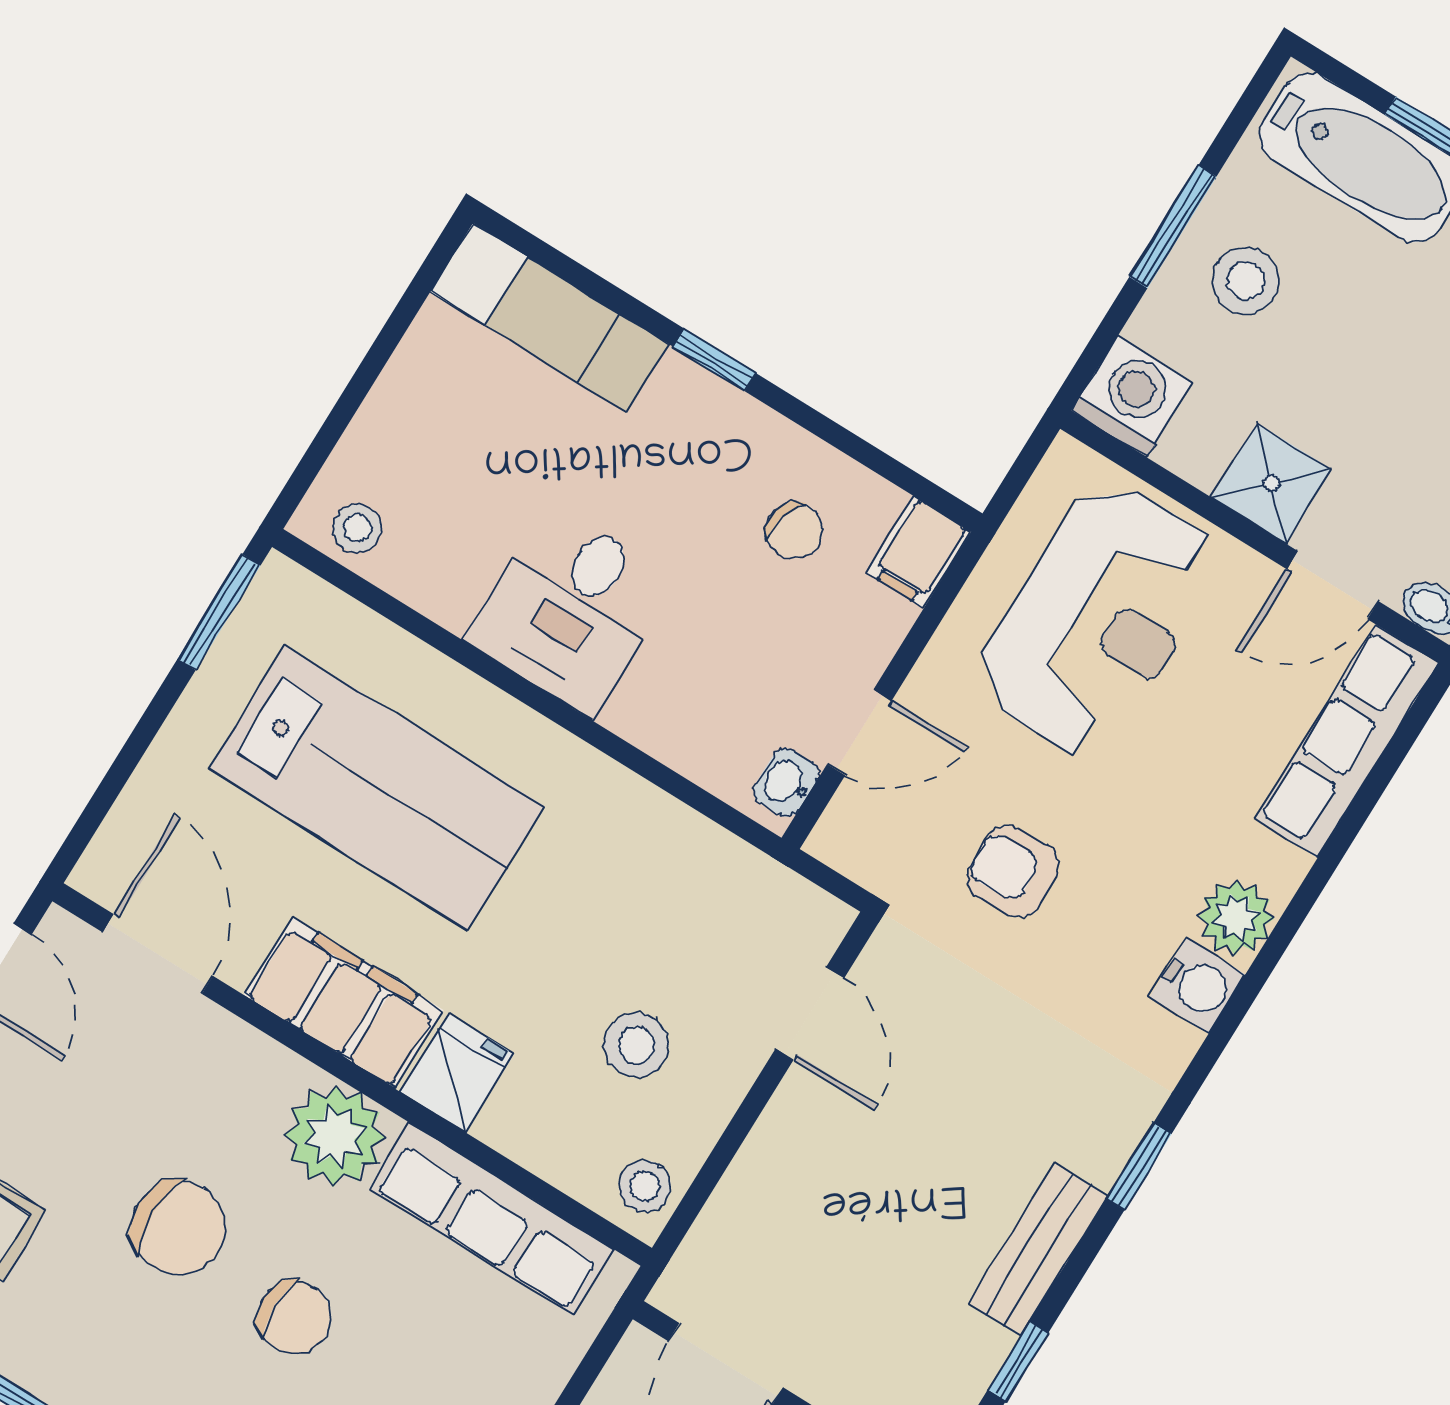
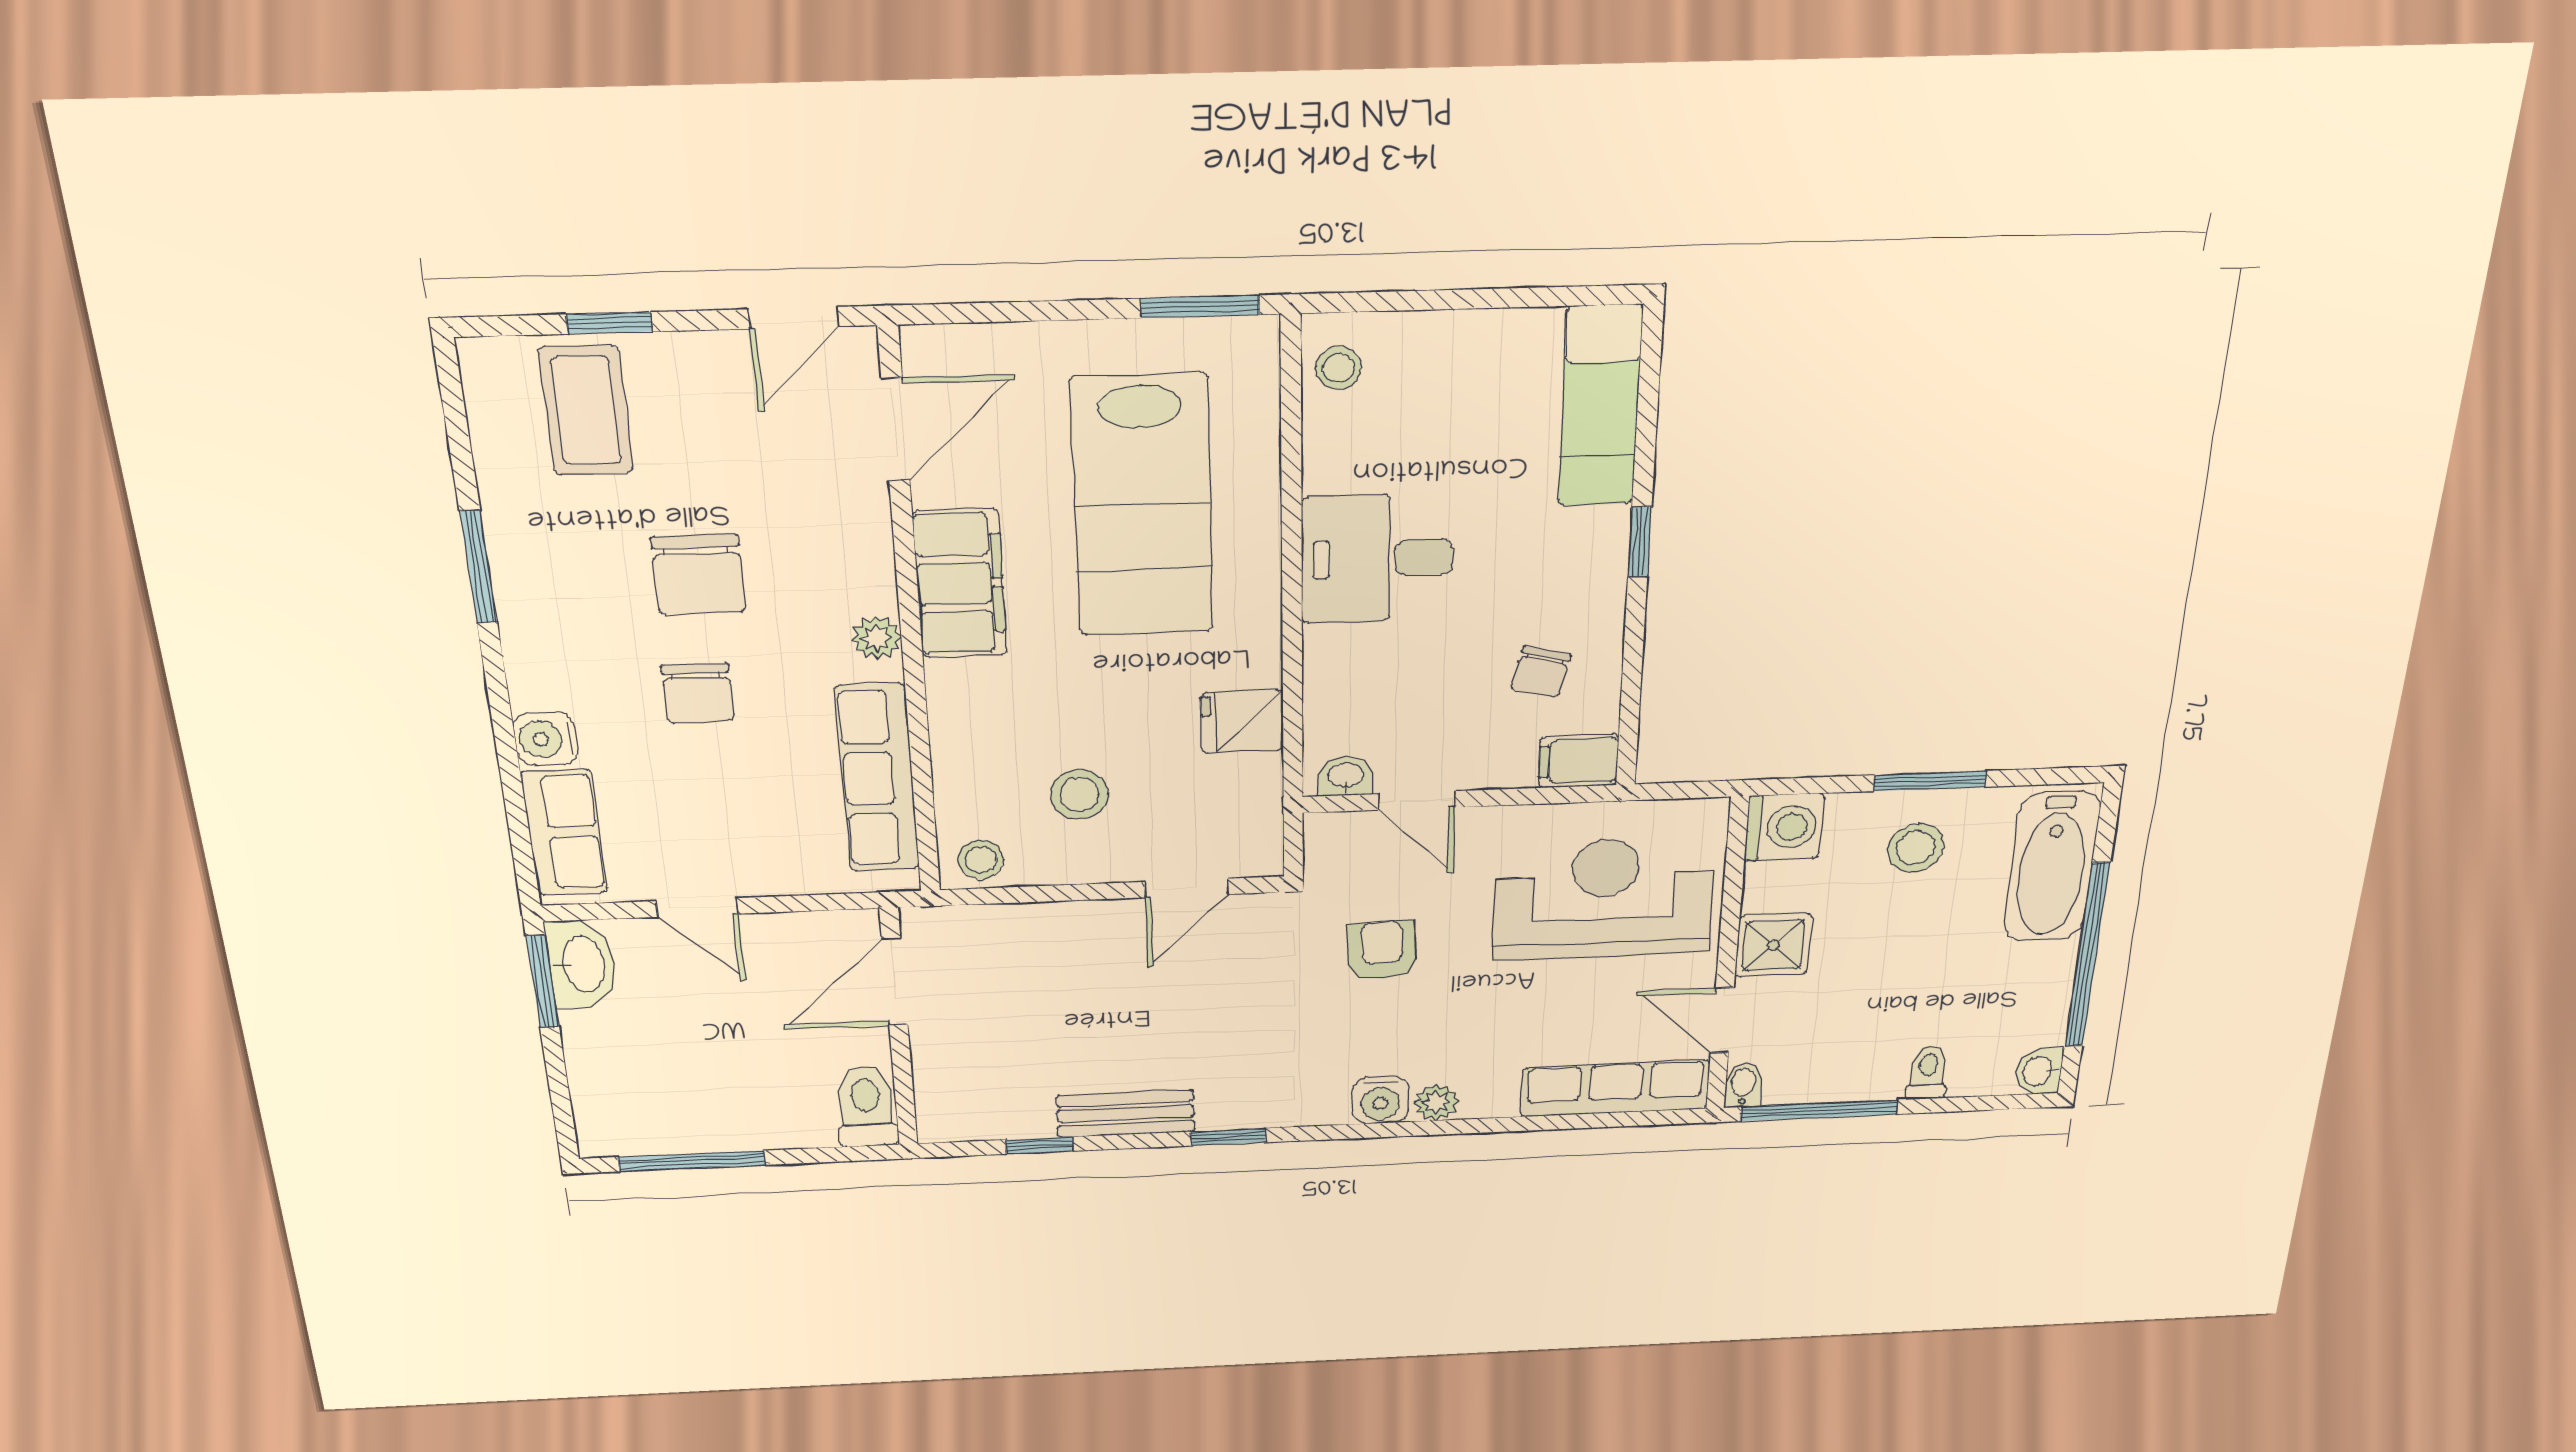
reception desk: (1099, 619) -> (1604, 899), turned 180
plant: (1236, 917) -> (1436, 1102), width x0.73, depth x0.73
fridge: (457, 1073) -> (1242, 721), moved, turned 180
plant: (335, 1136) -> (877, 638), width x0.53, depth x0.53

